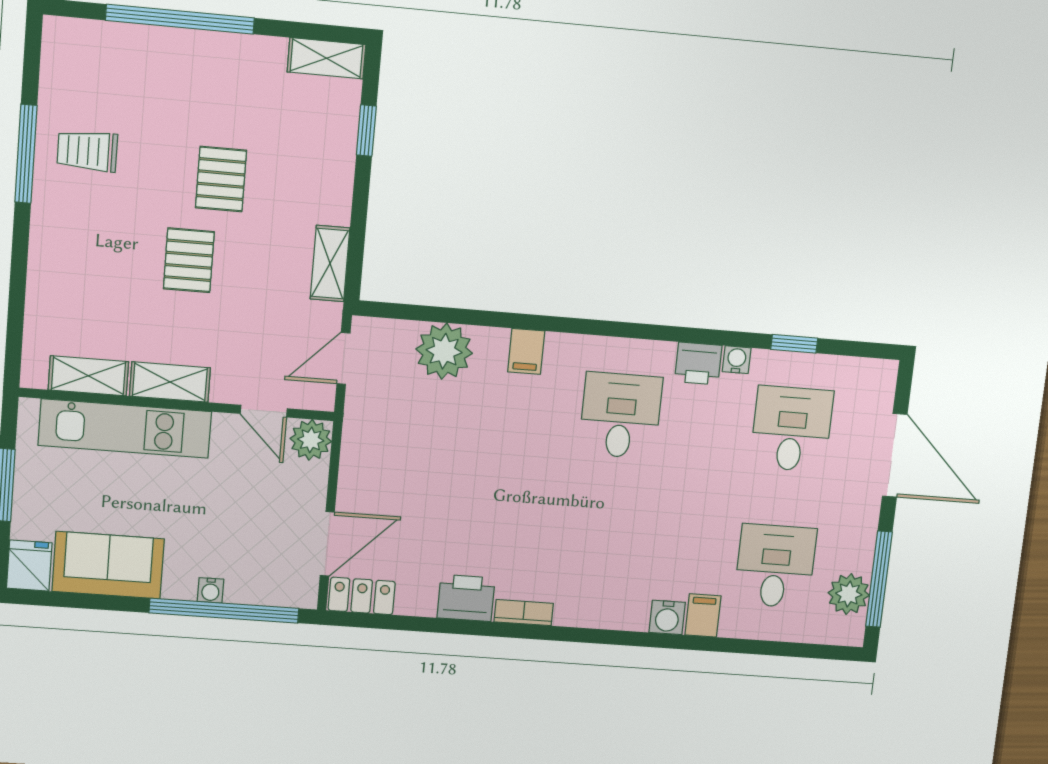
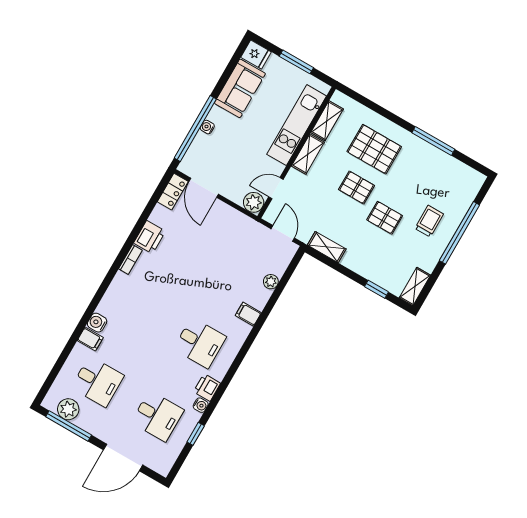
trolley: (87, 151) -> (429, 221), moved
pallet: (98, 261) -> (374, 149), added
plant: (444, 351) -> (271, 282), width x0.53, depth x0.53

